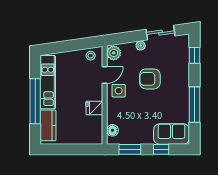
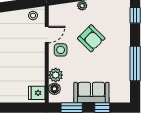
plant: (114, 53) -> (56, 75), moved
armchair: (150, 79) -> (91, 38), turned -135
fridge: (94, 108) -> (37, 93), moved
sofa: (172, 134) -> (91, 92), moved

